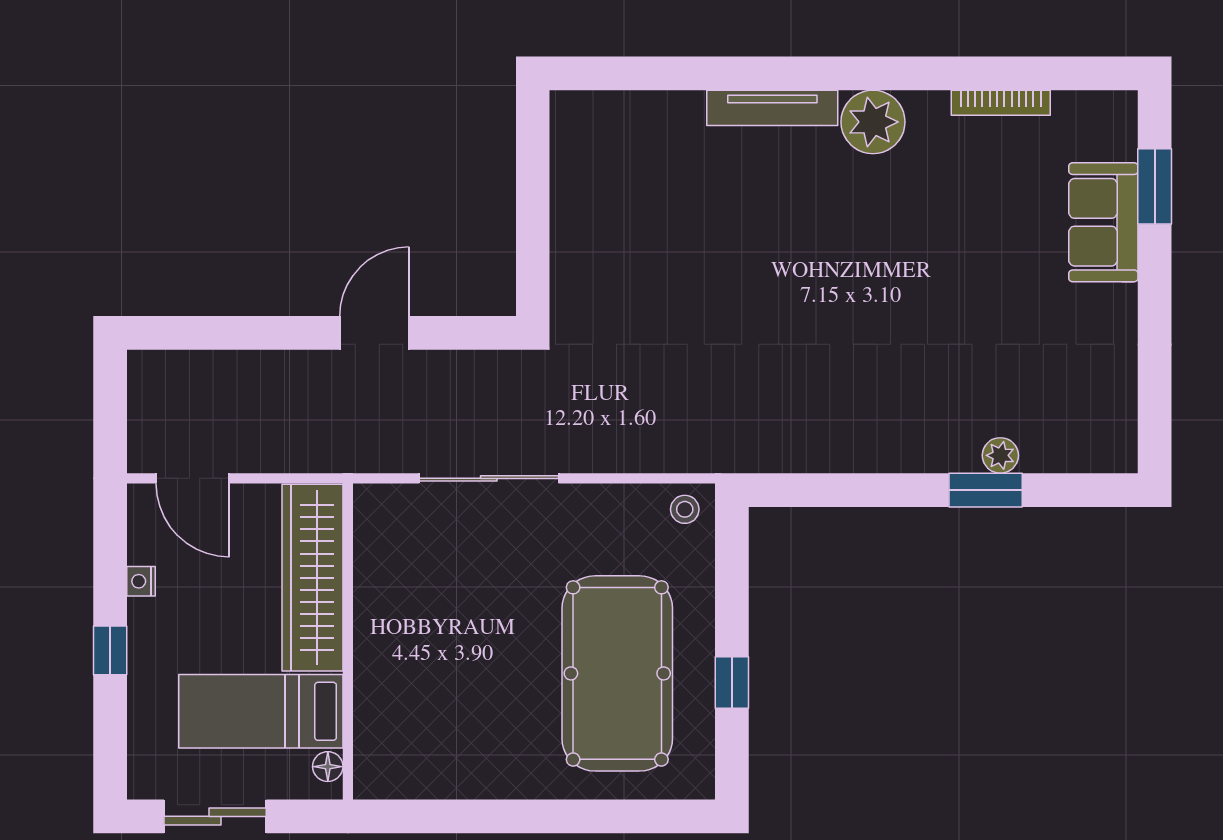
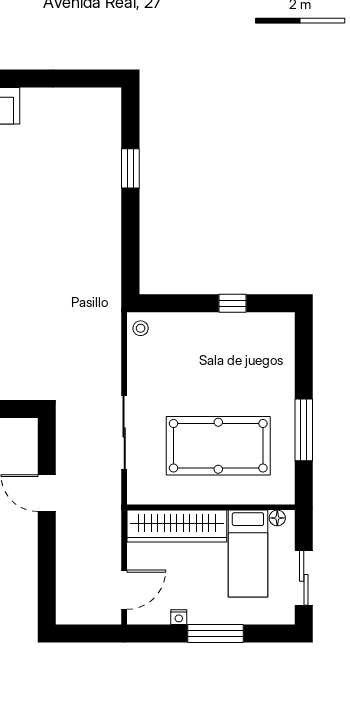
plant: (1000, 455) -> (112, 161), removed
window: (110, 650) -> (216, 634), width x2.17
pool table: (617, 673) -> (218, 446), moved
window: (494, 816) -> (304, 430), added

